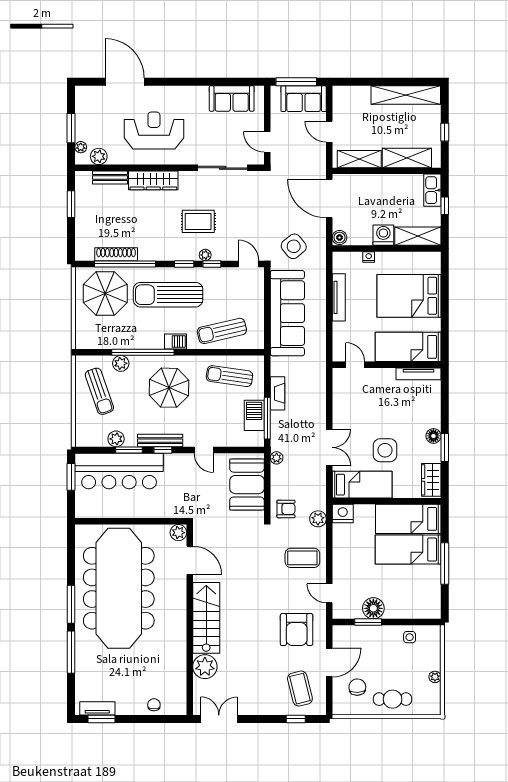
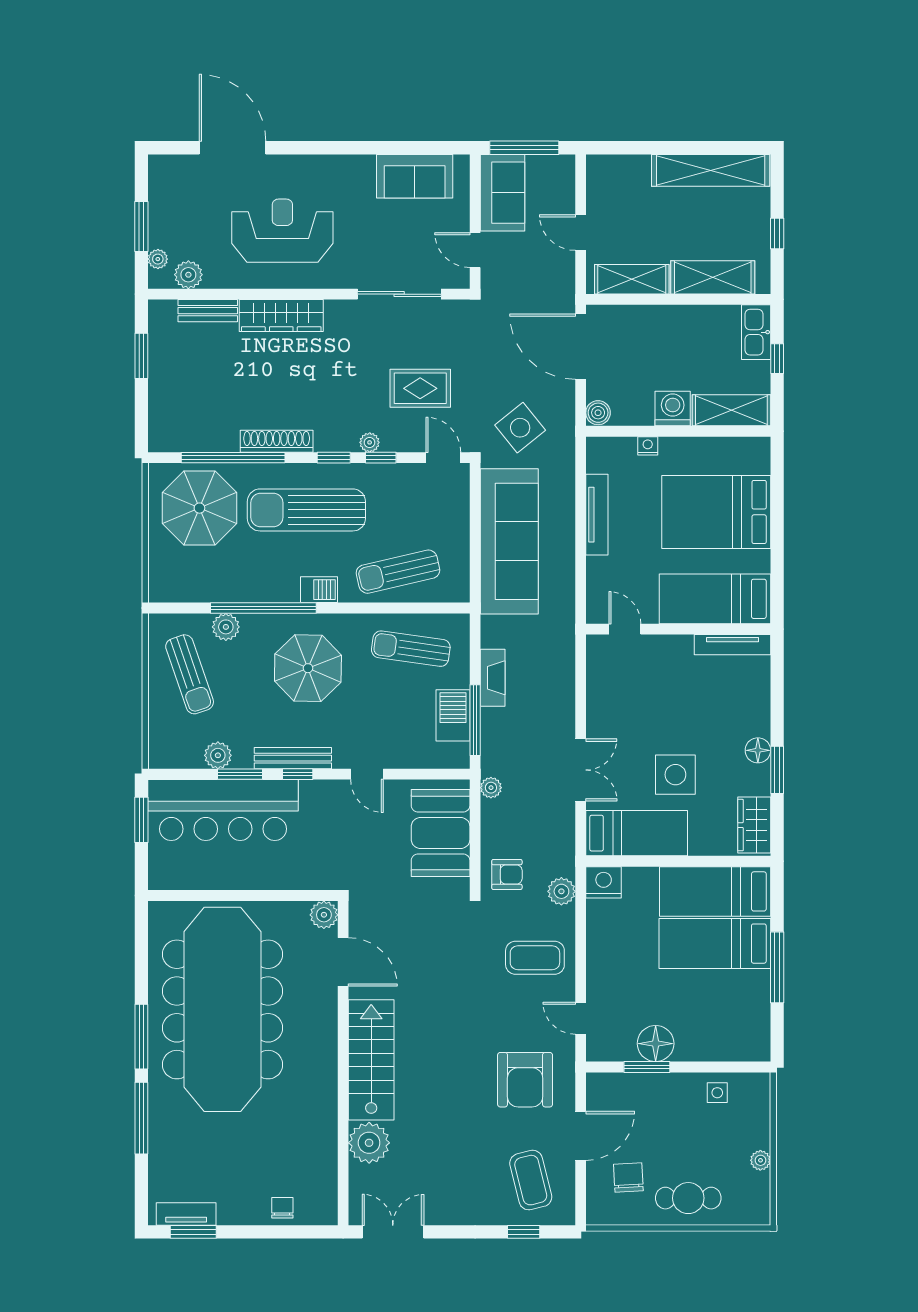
sofa: (304, 99) -> (503, 193), moved, turned -90
rug: (198, 221) -> (420, 388), moved
shoe rack: (116, 254) -> (277, 441), moved

